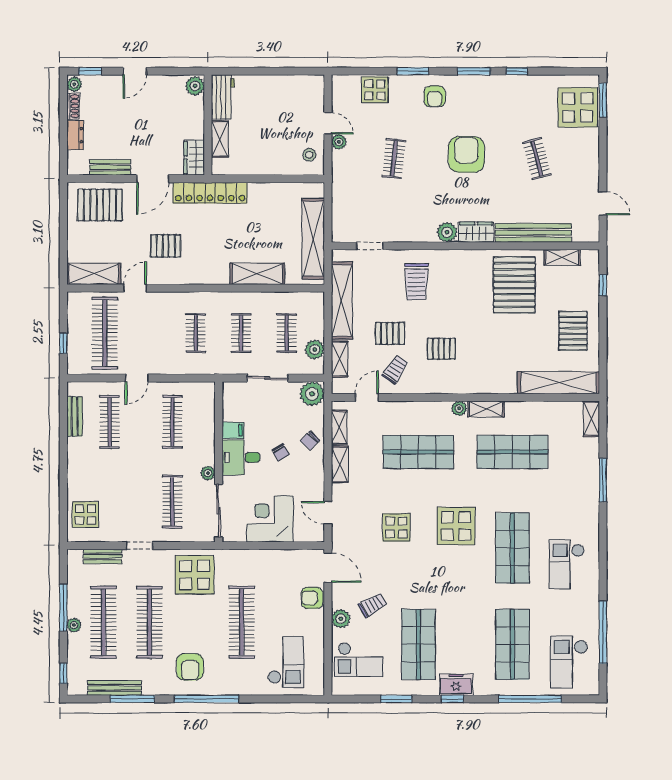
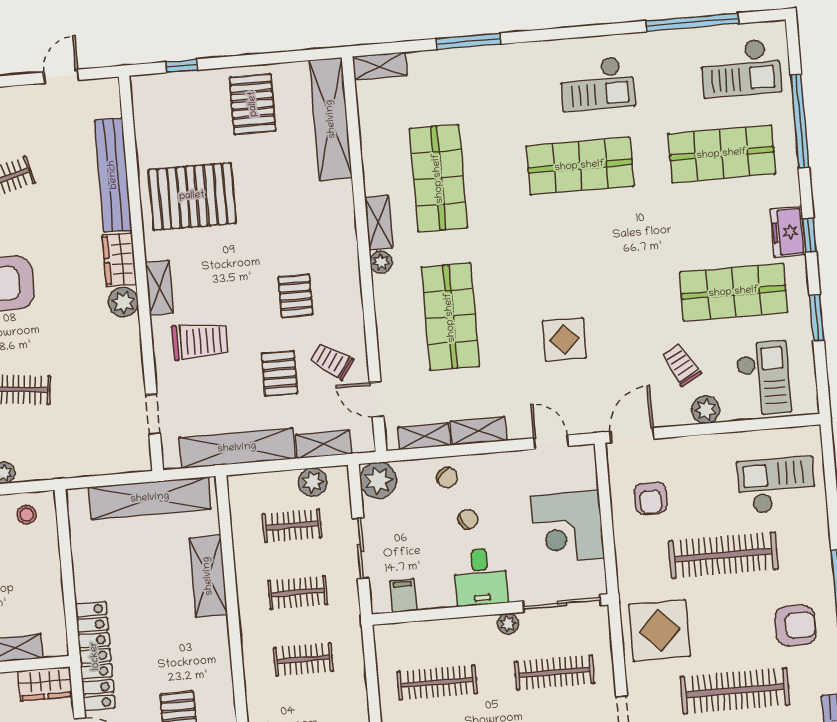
shelving: (562, 257) -> (159, 288), moved
pallet: (573, 331) -> (253, 104), turned 90
filing cabinet: (233, 430) -> (403, 596), moved
door: (328, 513) -> (551, 442), swing flipped
display table: (456, 526) -> (554, 252), removed
armchair: (312, 598) -> (651, 498), moved

